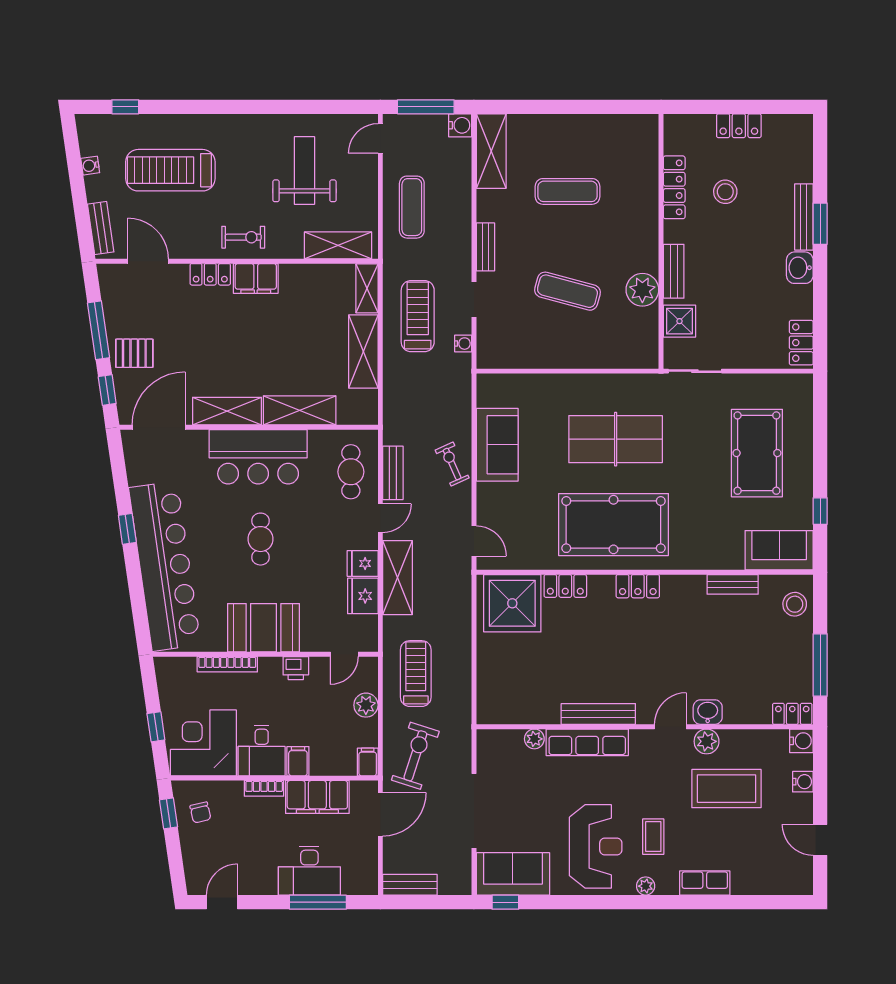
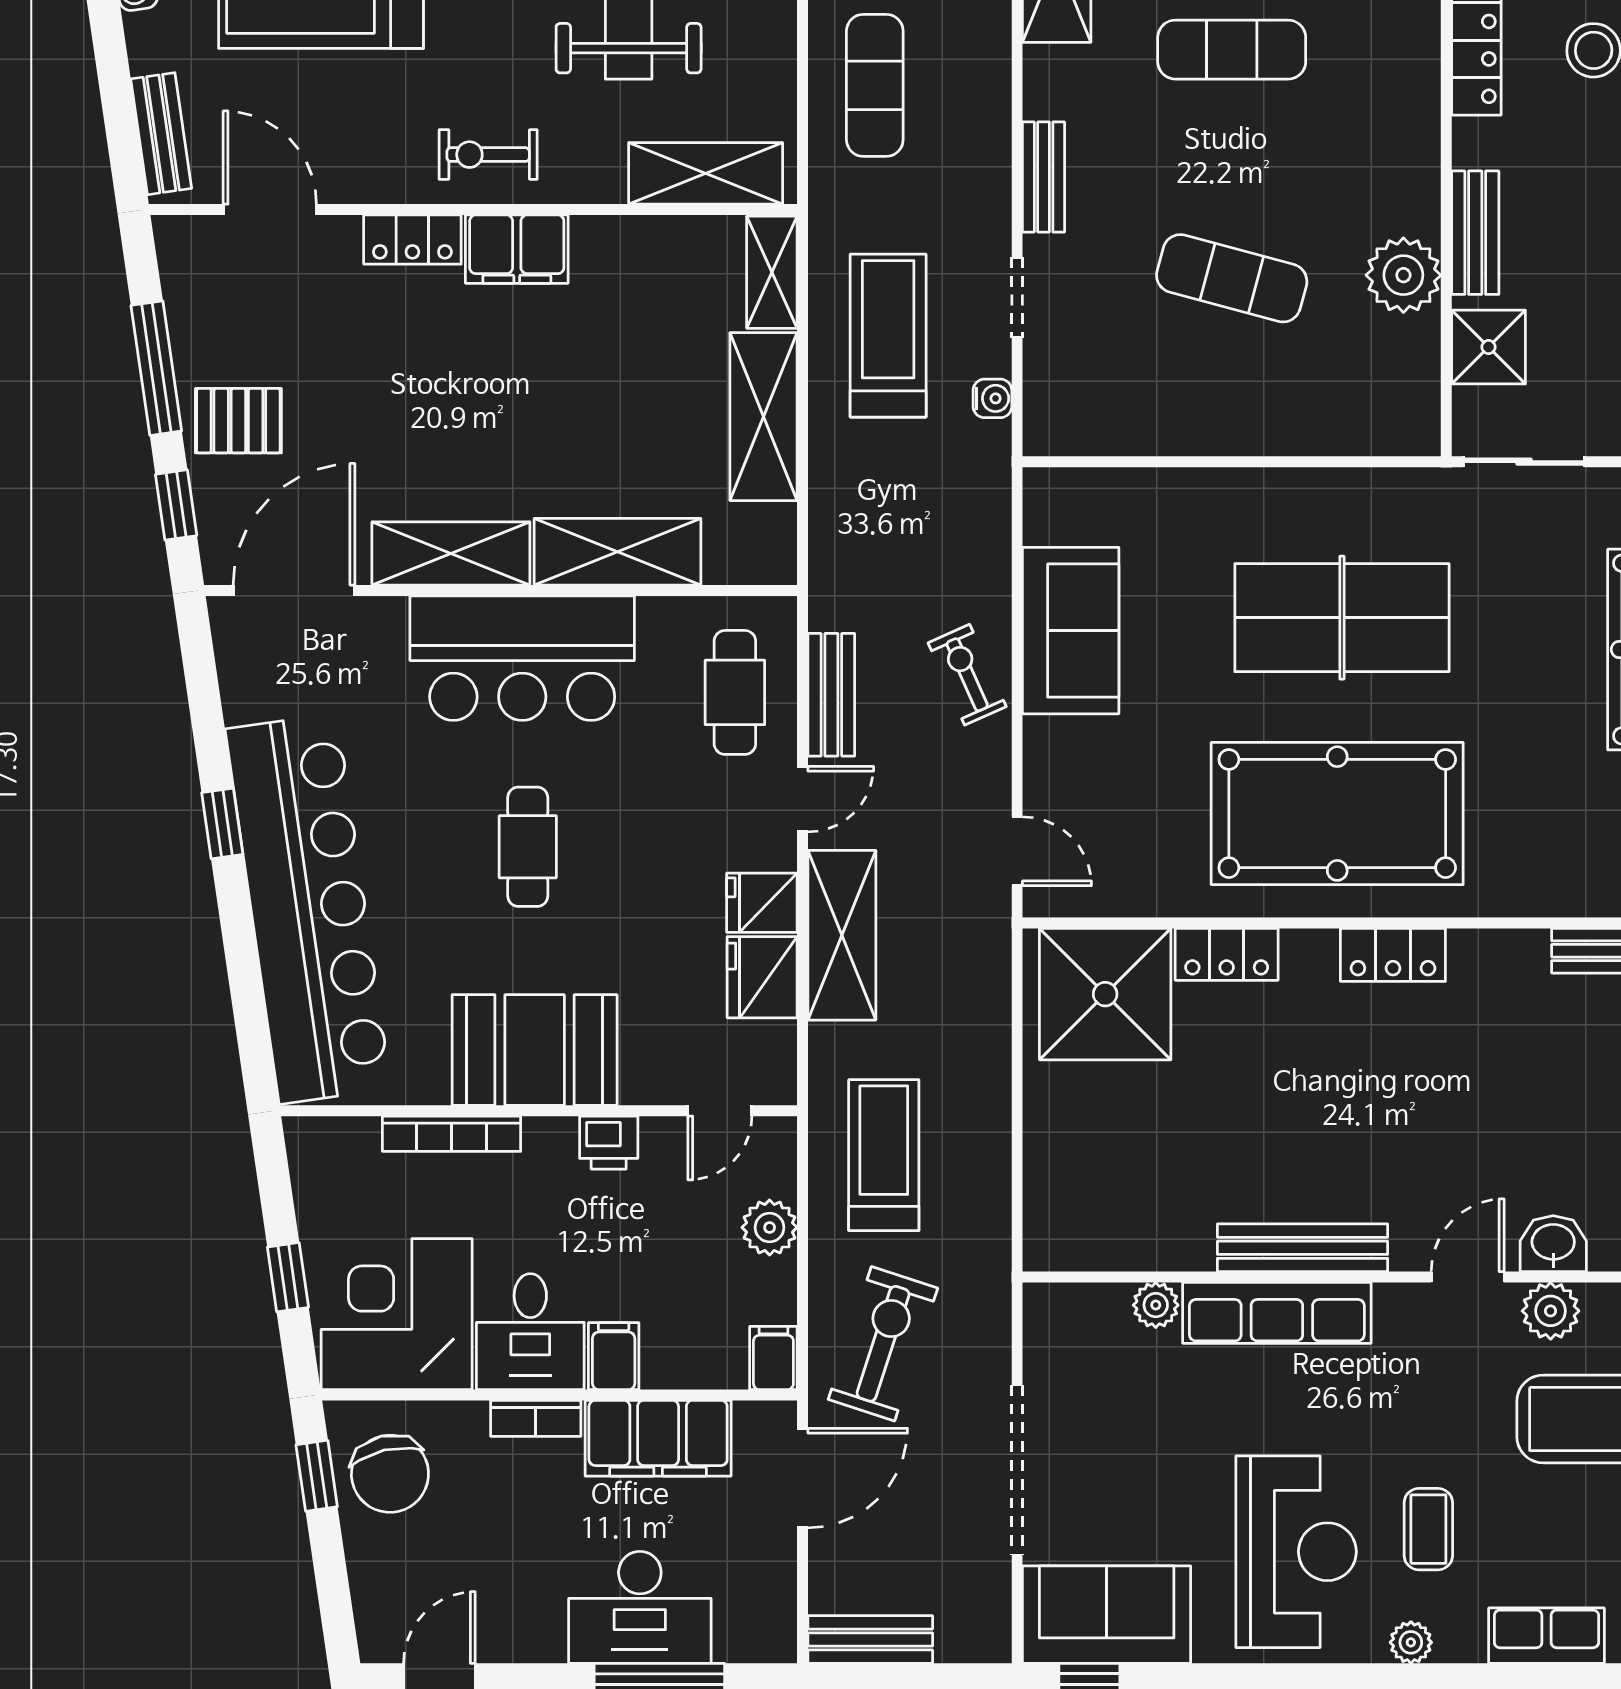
exercise bike: (243, 237) -> (488, 155), turned 180
chair: (200, 812) -> (390, 1474), width x1.87, depth x1.87

